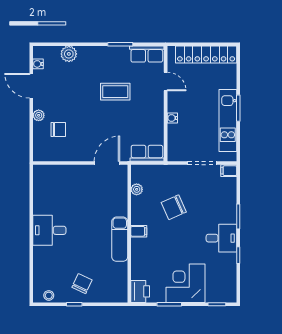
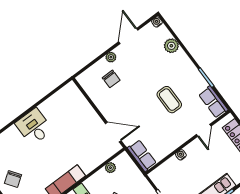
water cooler: (38, 64) -> (157, 22), moved
chair: (82, 284) -> (13, 179), turned 120

